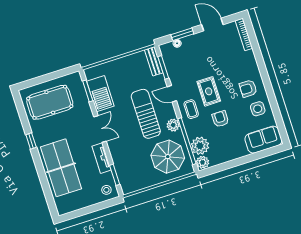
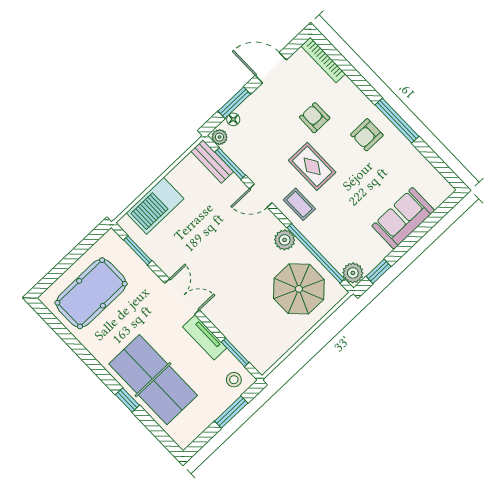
window: (269, 89) -> (397, 121), added
barbecue: (100, 94) -> (155, 206), moved, turned 90
side table: (258, 109) -> (395, 157), removed
sun lounger: (146, 114) -> (237, 243), removed
armchair: (220, 119) -> (315, 118), moved
sofa: (263, 140) -> (403, 218), moved
window: (31, 141) -> (127, 400), moved
plant: (200, 146) -> (219, 137), moved, width x0.53, depth x0.53
window: (217, 168) -> (378, 271), added
window: (96, 207) -> (231, 412), added

